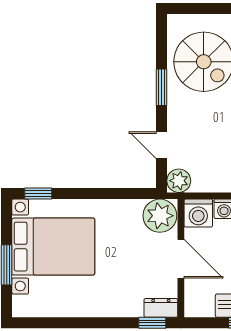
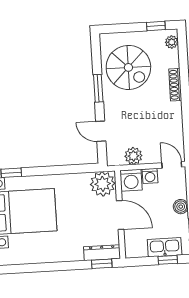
plant: (179, 181) -> (133, 156), moved
dresser: (161, 308) -> (102, 253), width x1.44

